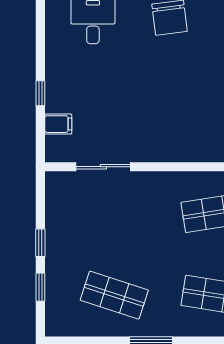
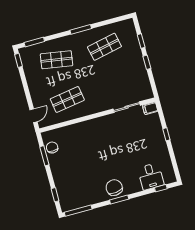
filing cabinet: (58, 124) -> (150, 108), moved
shop shelf: (114, 295) -> (104, 47), turned -30

